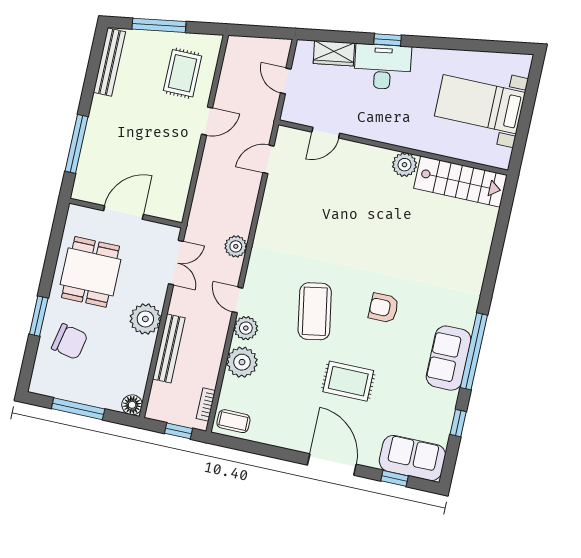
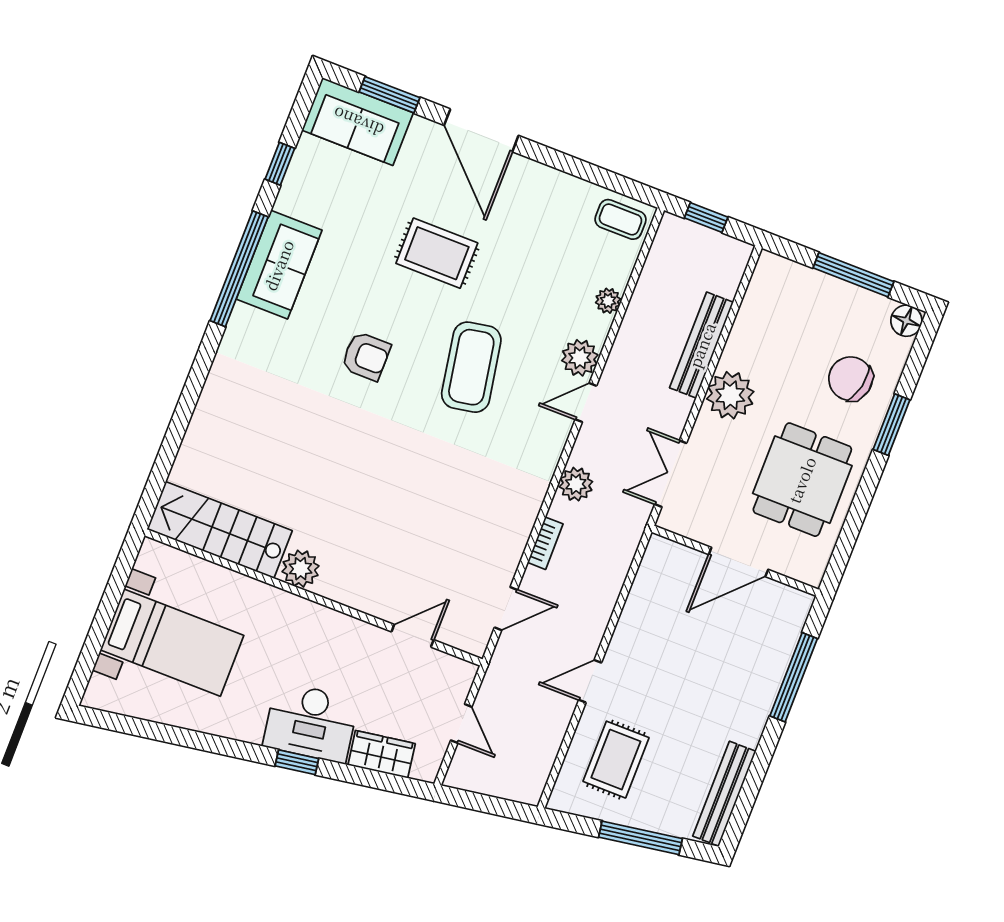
door: (238, 300) -> (586, 403), swing flipped
plant: (242, 362) -> (608, 301), width x0.53, depth x0.53
bookcase: (206, 404) -> (545, 543), moved
floor lamp: (132, 405) -> (906, 321), moved
window: (394, 478) -> (389, 95), width x1.50

